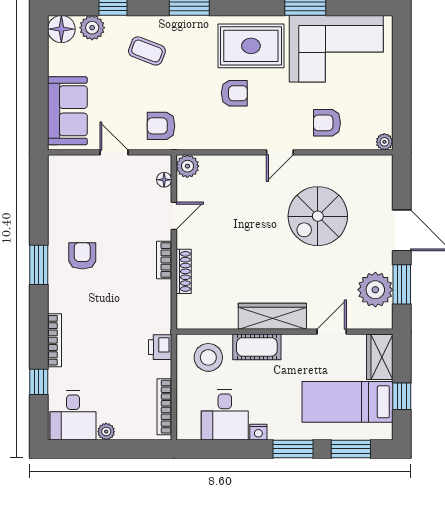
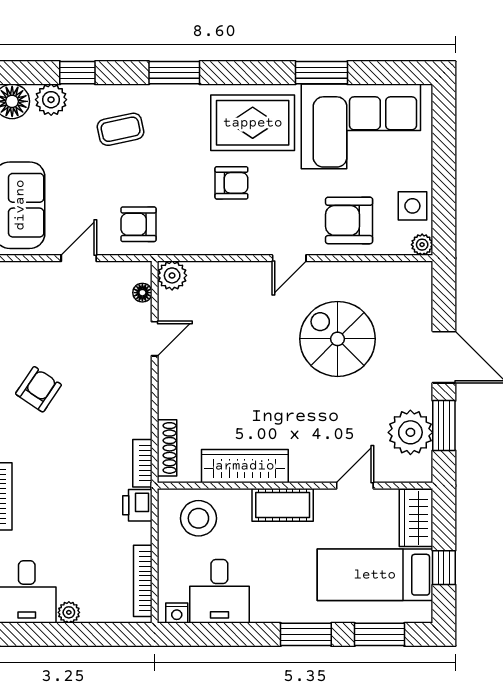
coffee table: (147, 51) -> (121, 129), turned -33
side table: (377, 111) -> (412, 206), added
armchair: (327, 123) -> (349, 220), width x1.38, depth x1.38
door: (114, 152) -> (79, 258), hinge flipped
spiral stairs: (318, 216) -> (337, 339), turned 90
armchair: (82, 256) -> (38, 389), turned 34
bookcase: (164, 260) -> (142, 463), moved
shoe rack: (184, 271) -> (167, 448), moved
wardrobe: (272, 316) -> (245, 466), moved
cot: (257, 347) -> (283, 505), moved
nightstand: (258, 432) -> (177, 613), moved

